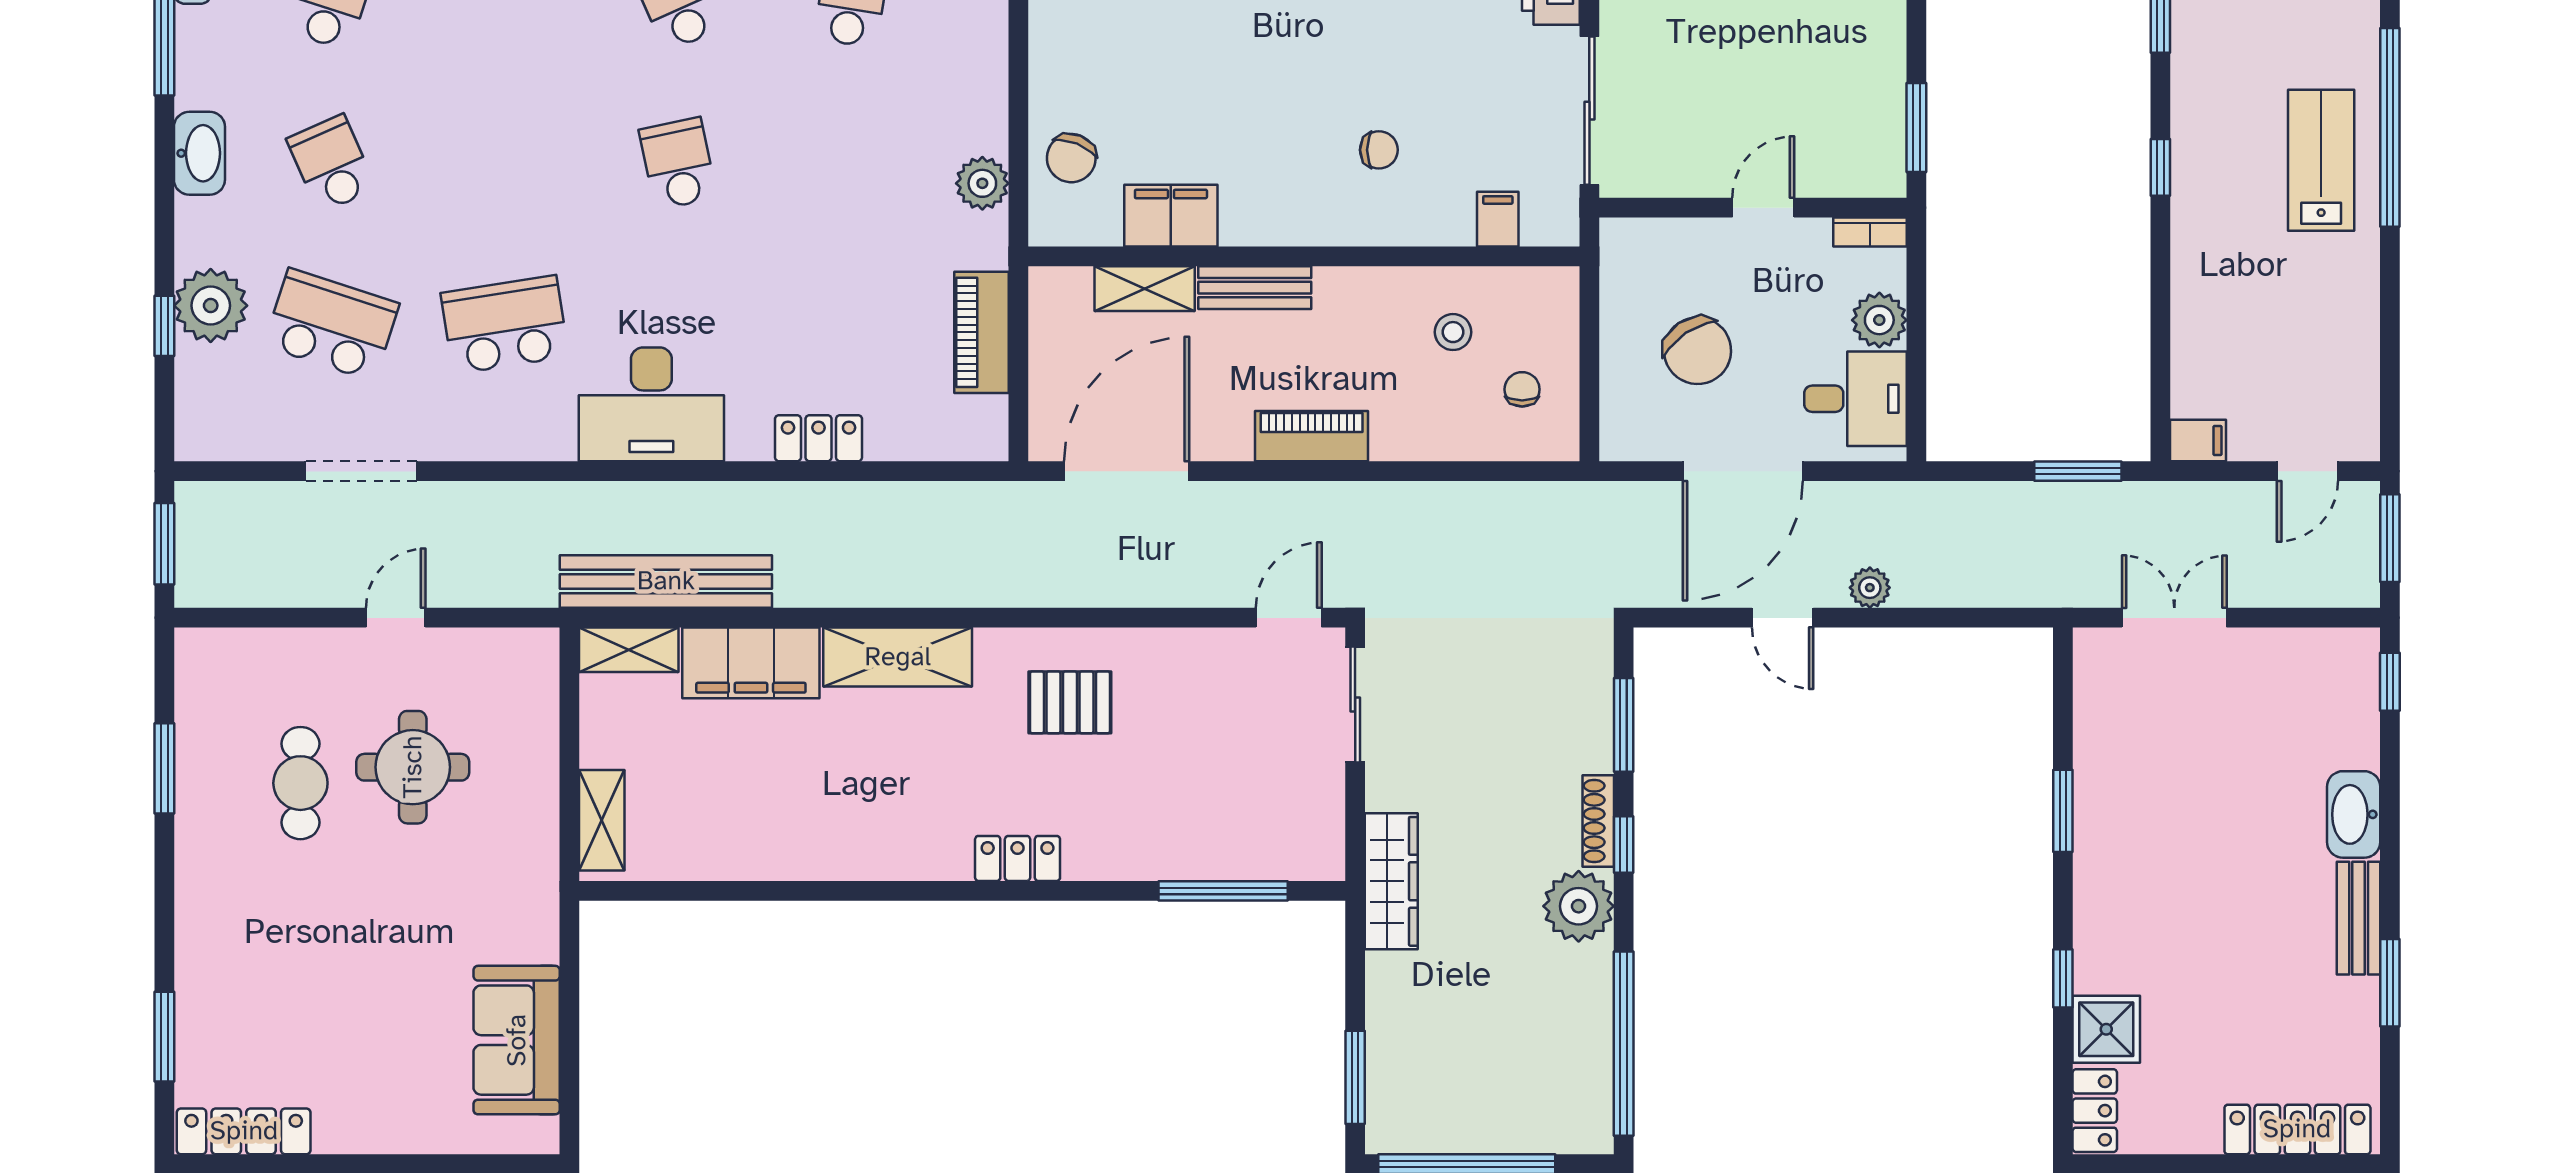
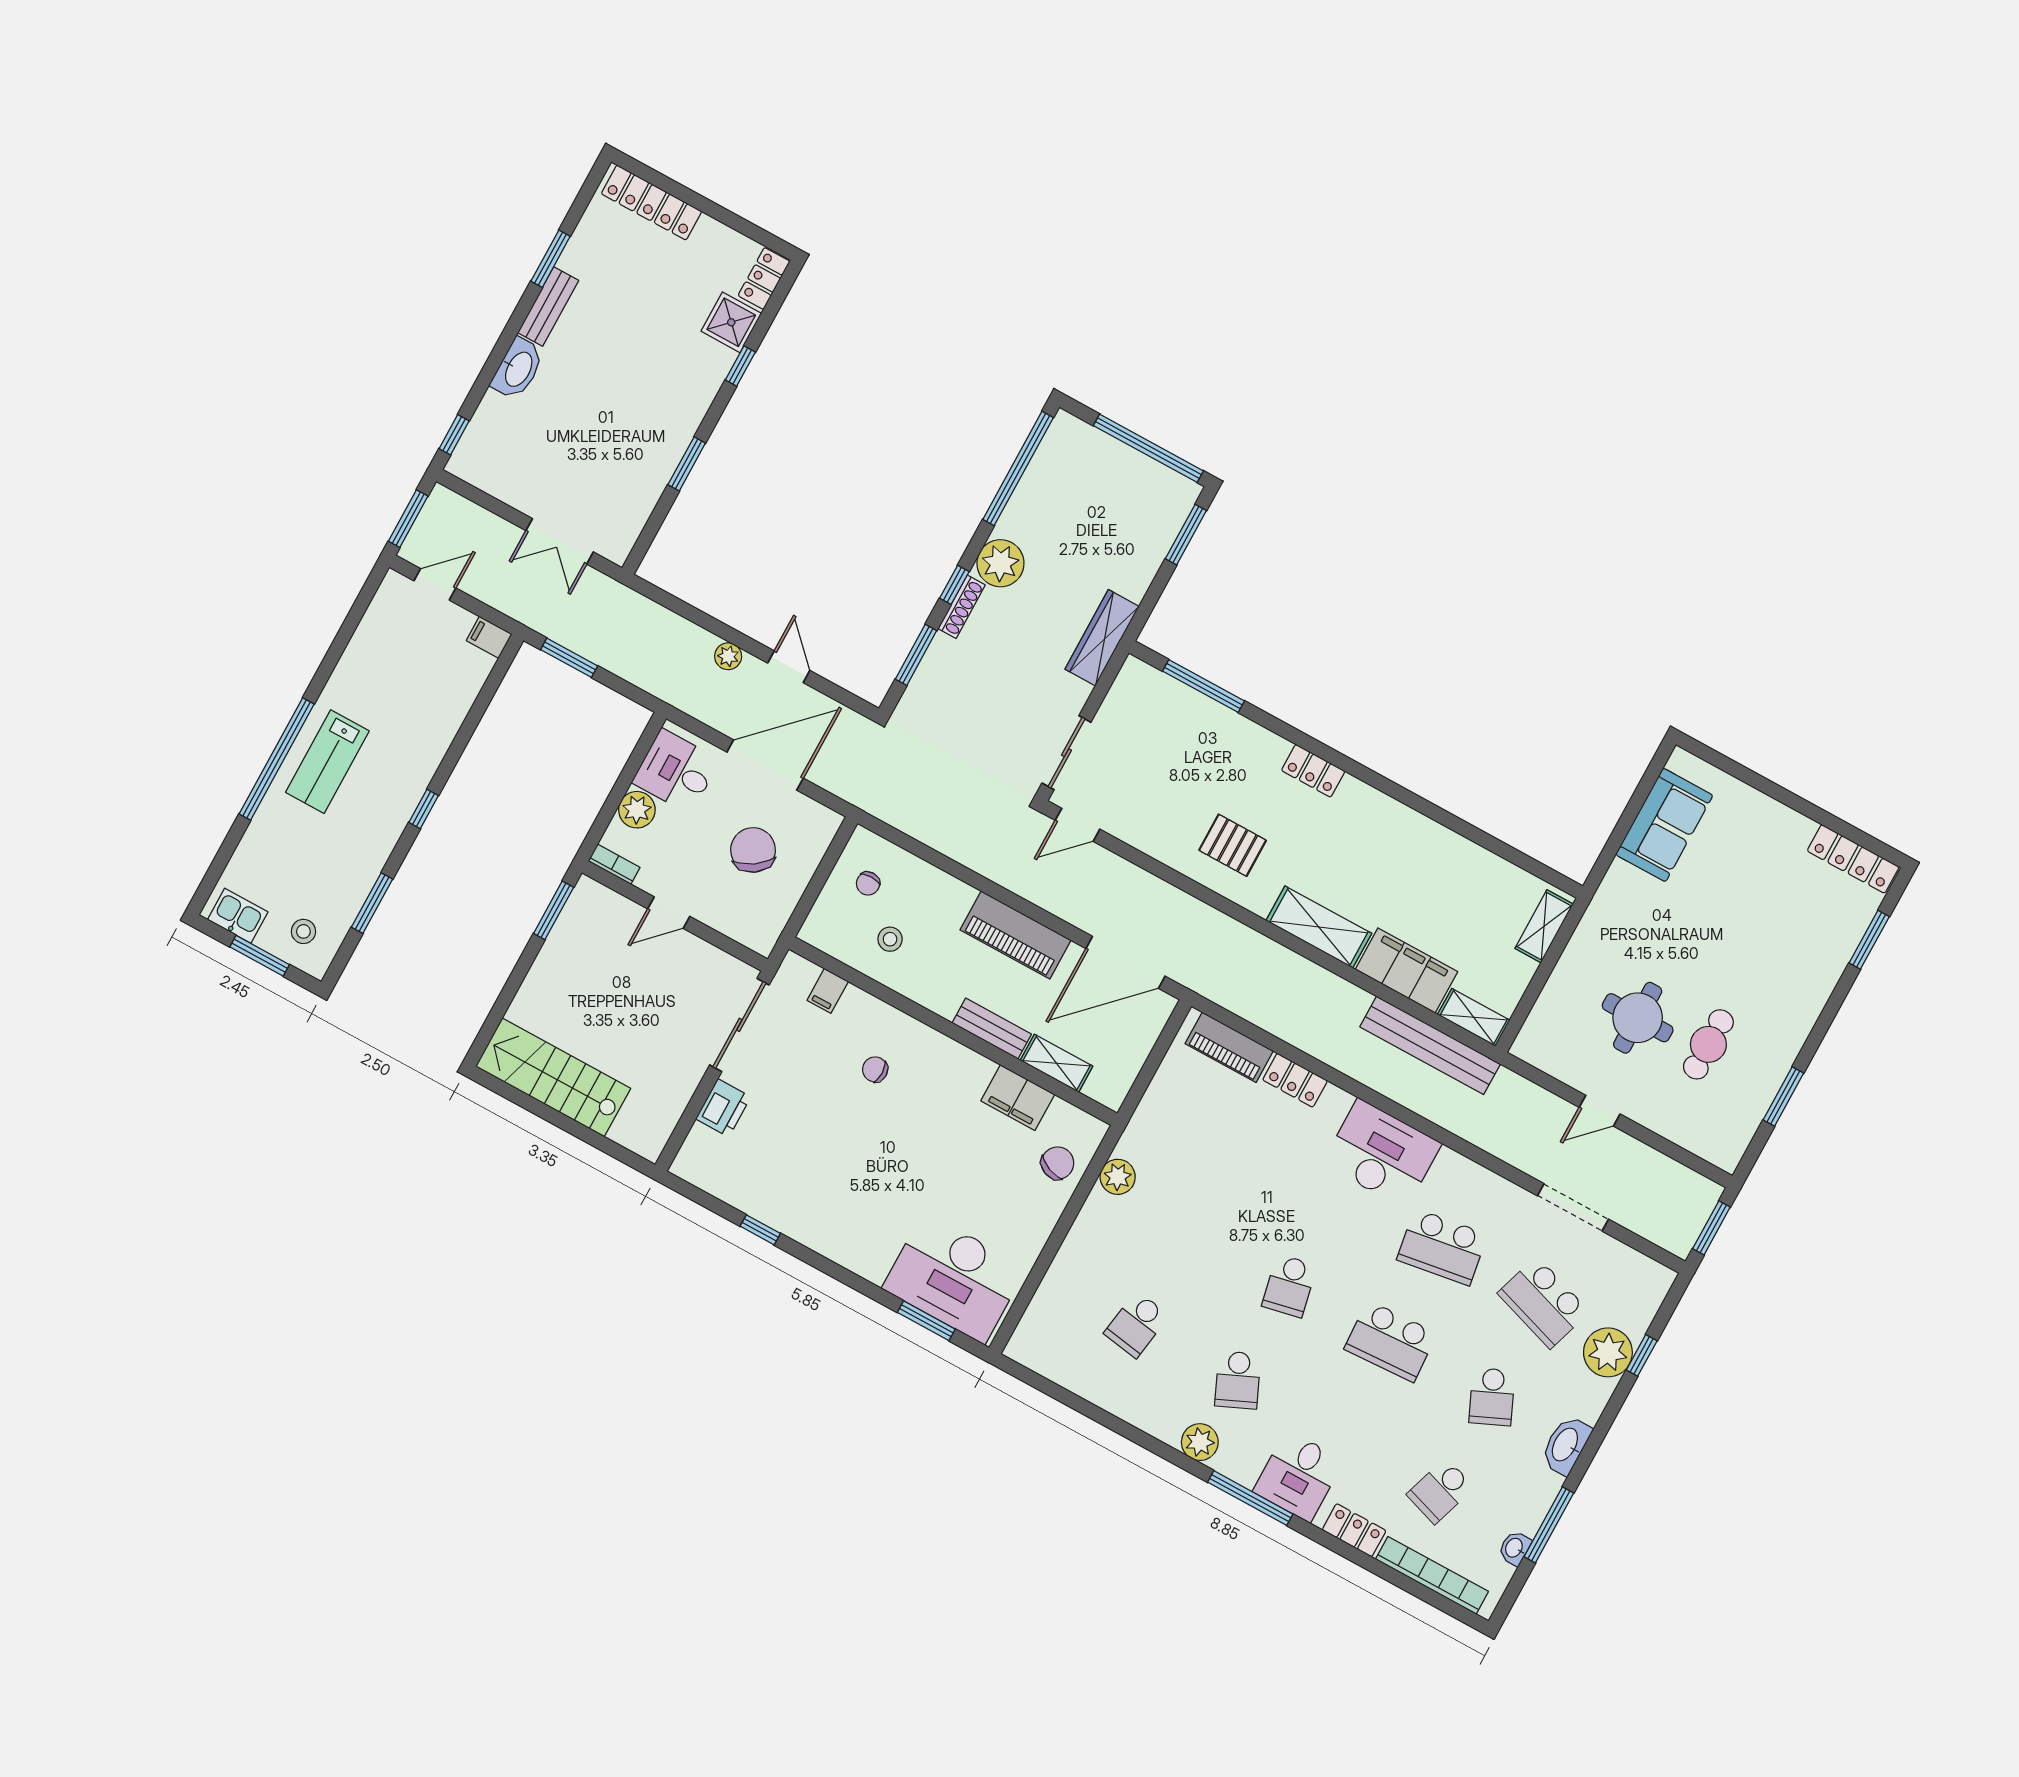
school desk: (505, 164) -> (1391, 1341), added
piano: (981, 332) -> (1229, 1047), moved, turned 90
piano: (1312, 436) -> (1015, 935), width x1.37, depth x1.33

